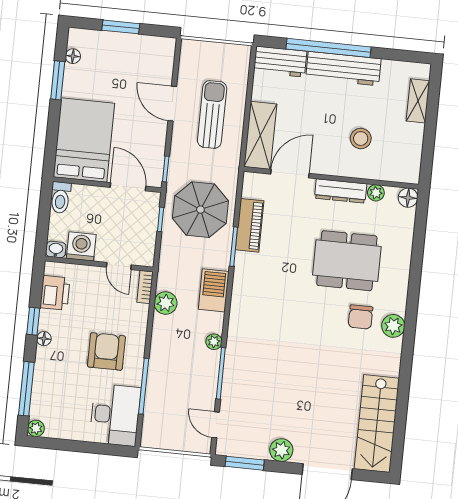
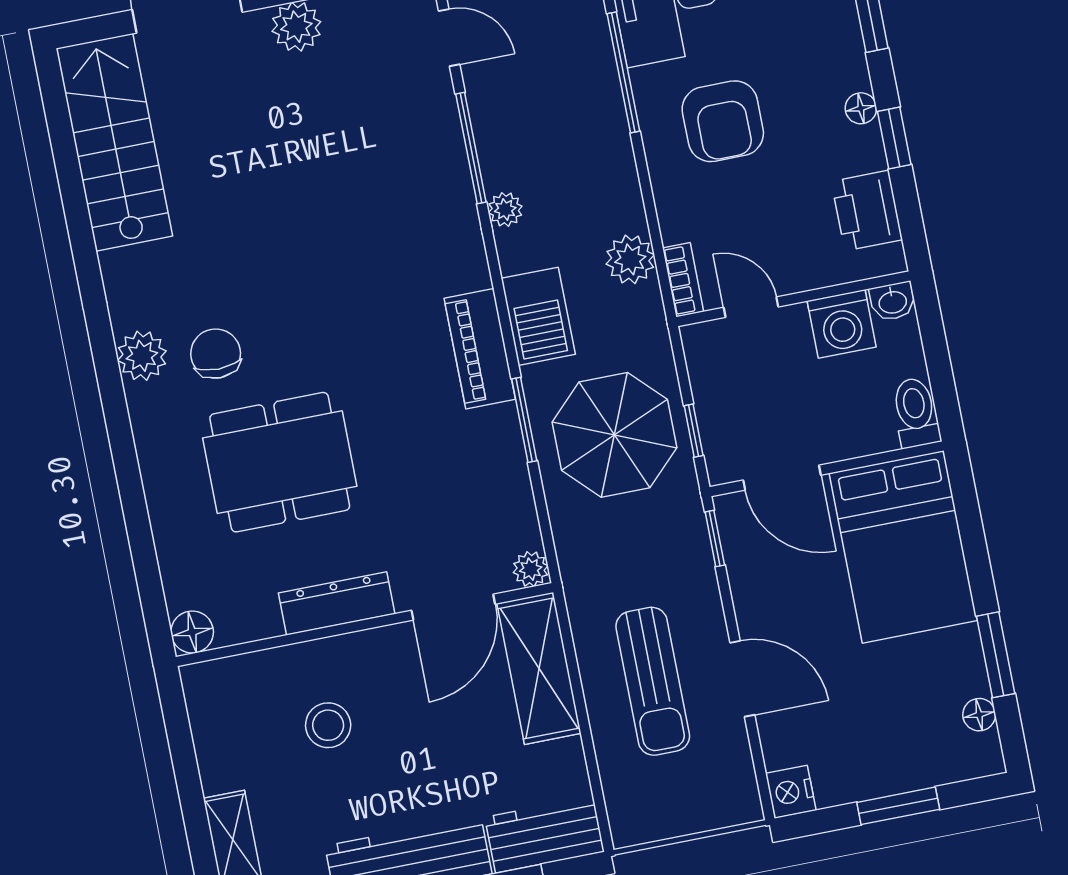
nightstand: (166, 47) -> (791, 792), added
plant: (376, 193) -> (531, 569), moved
parasol: (200, 210) -> (614, 435), moved
piano: (250, 225) -> (480, 349), moved

